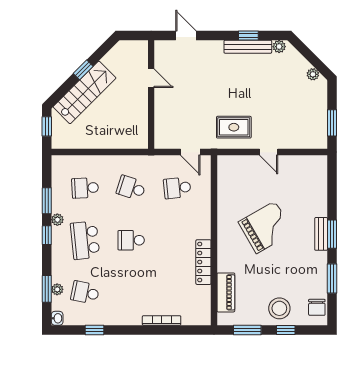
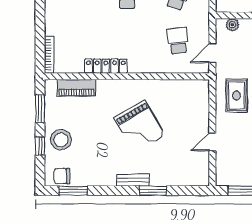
plant: (161, 131) -> (232, 25), added
door: (269, 152) -> (212, 142), moved
window: (332, 234) -> (153, 191), moved
window: (332, 279) -> (73, 191), moved
bookcase: (162, 320) -> (49, 55), moved

